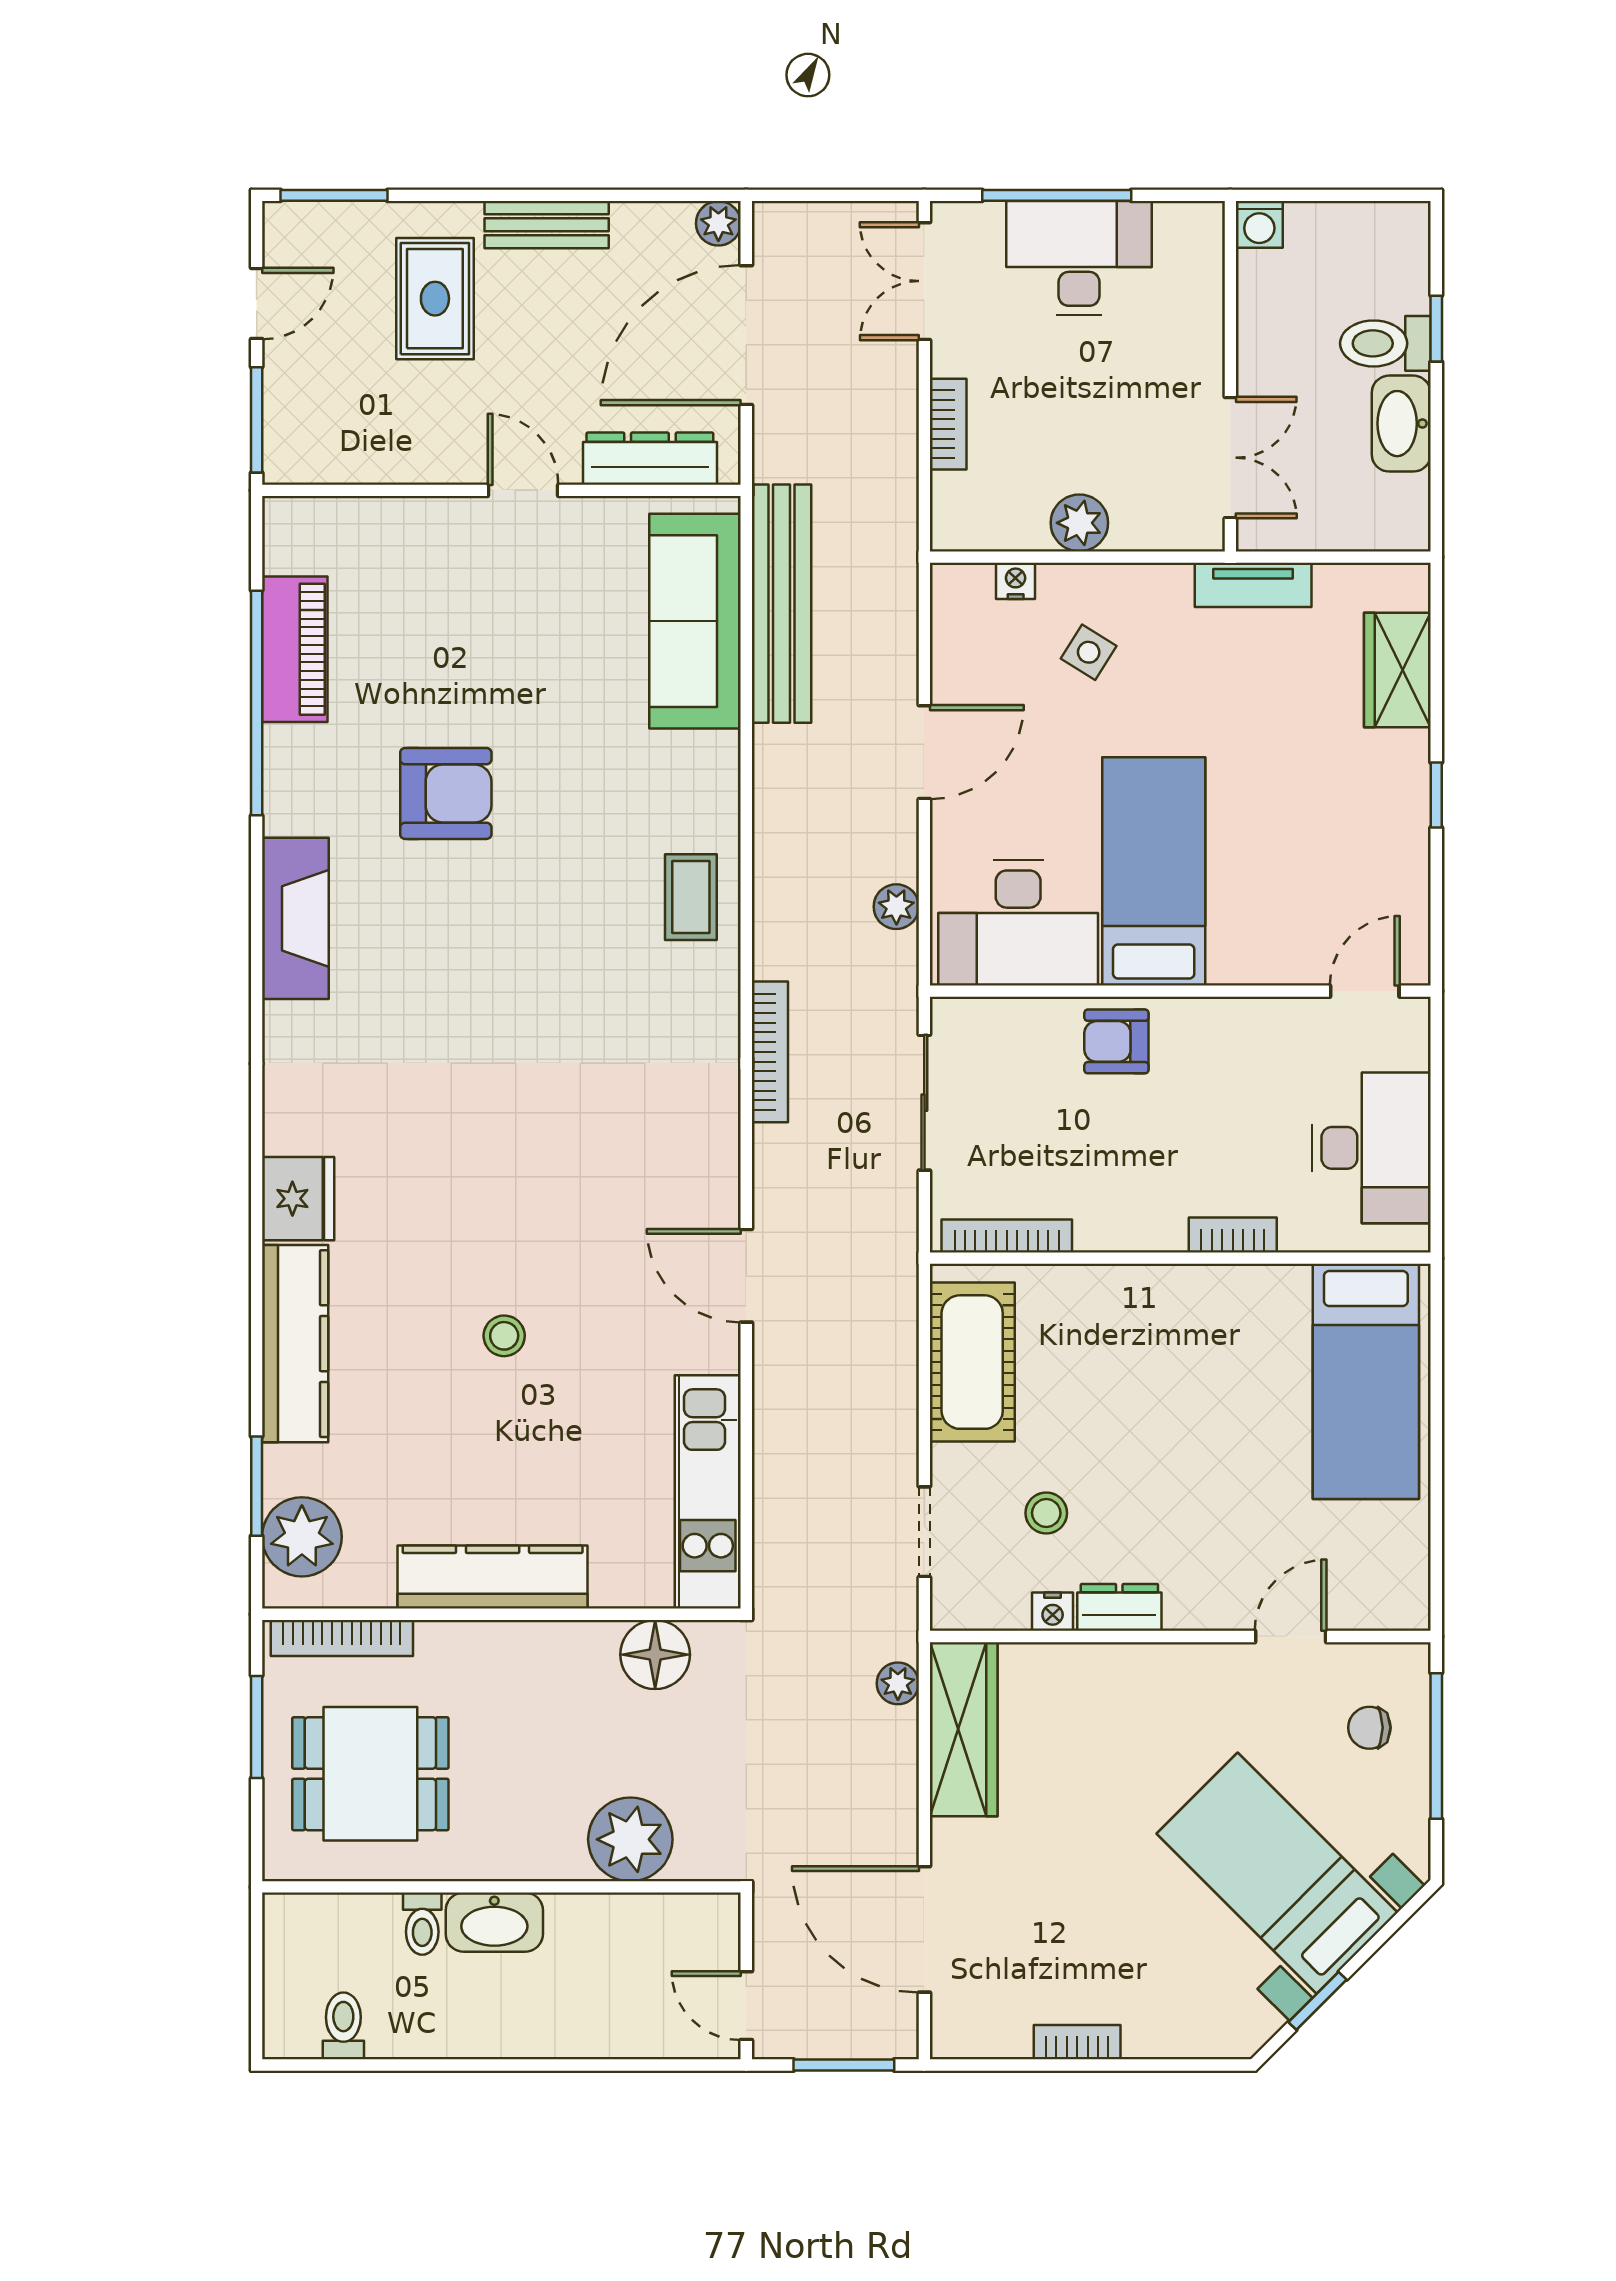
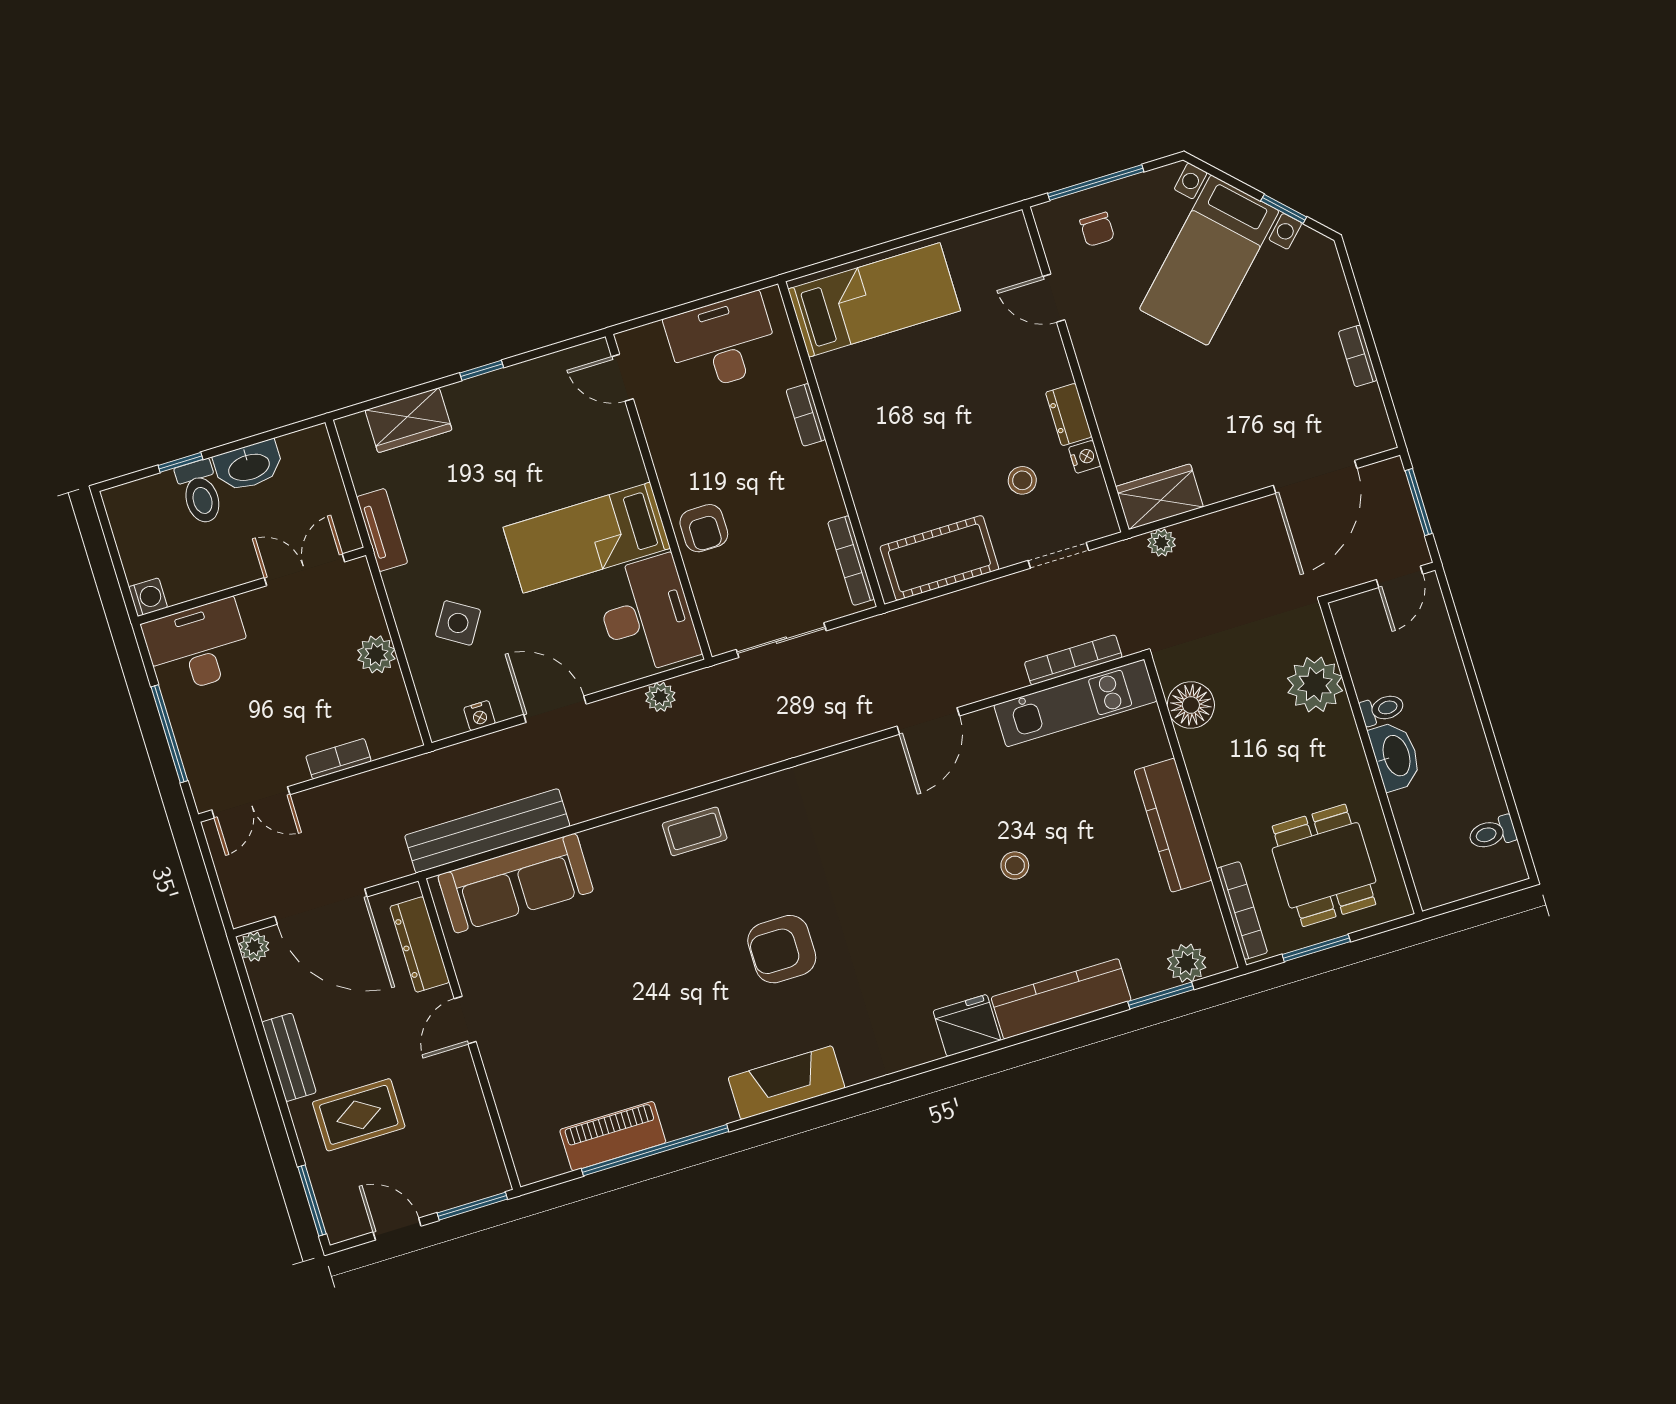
desk: (1079, 258) -> (198, 647), moved, turned 90
nightstand: (1016, 581) -> (479, 716), moved, turned -90
side table: (1089, 652) -> (458, 623), width x1.37, depth x1.37
armchair: (446, 793) -> (782, 949), moved, turned -90
bookcase: (770, 1052) -> (1073, 660), moved
plant: (302, 1537) -> (1187, 963), width x0.73, depth x0.73
wardrobe: (964, 1729) -> (1159, 497), width x0.67
toilet: (422, 1924) -> (1382, 709), moved

